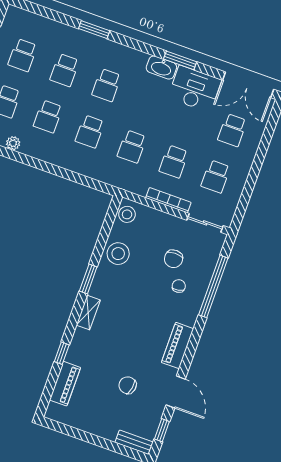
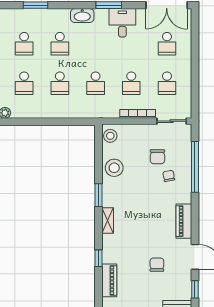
washbasin: (161, 68) -> (82, 16), moved
desk: (195, 89) -> (122, 23), width x0.73
chair: (128, 385) -> (157, 265), turned 80

